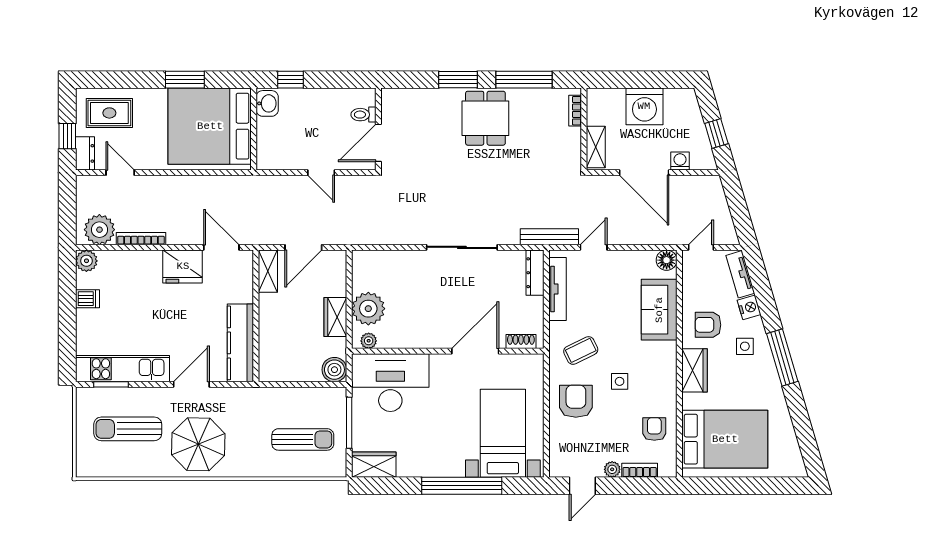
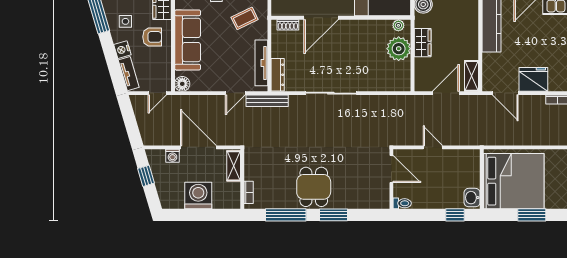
toilet: (363, 115) -> (402, 203), moved
door: (378, 143) -> (391, 169), hinge flipped
sofa: (659, 310) -> (188, 40), width x1.36

